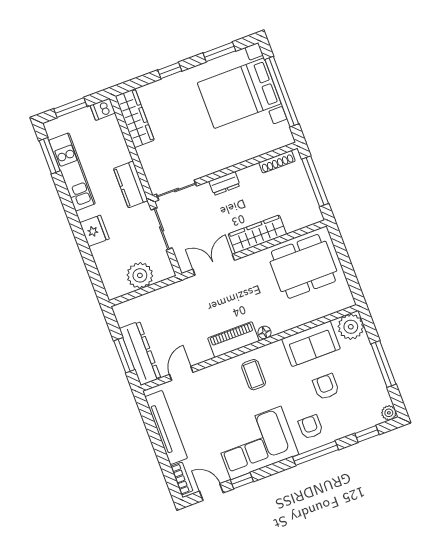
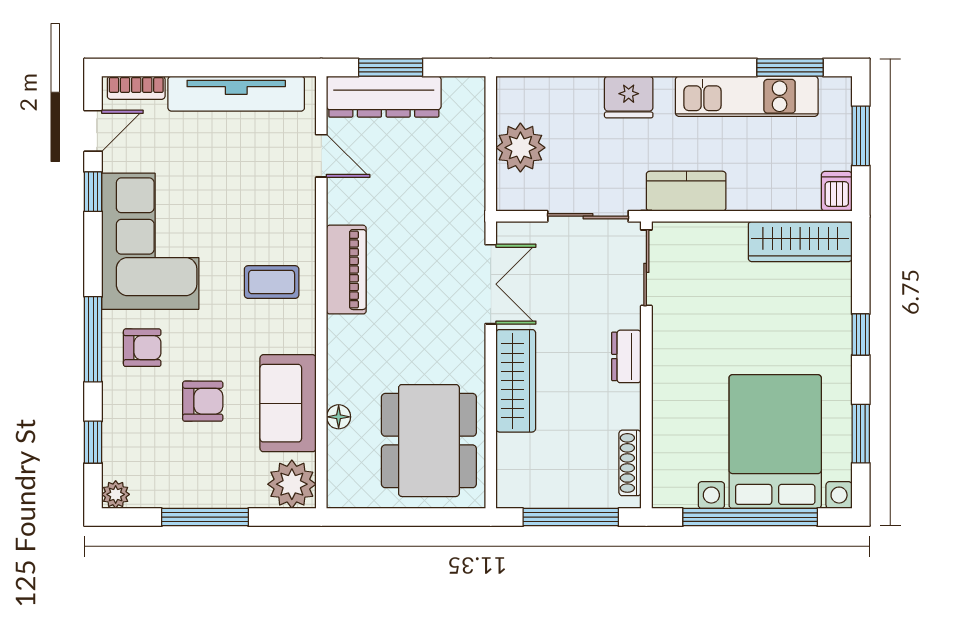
floor lamp: (264, 332) -> (339, 417), moved

